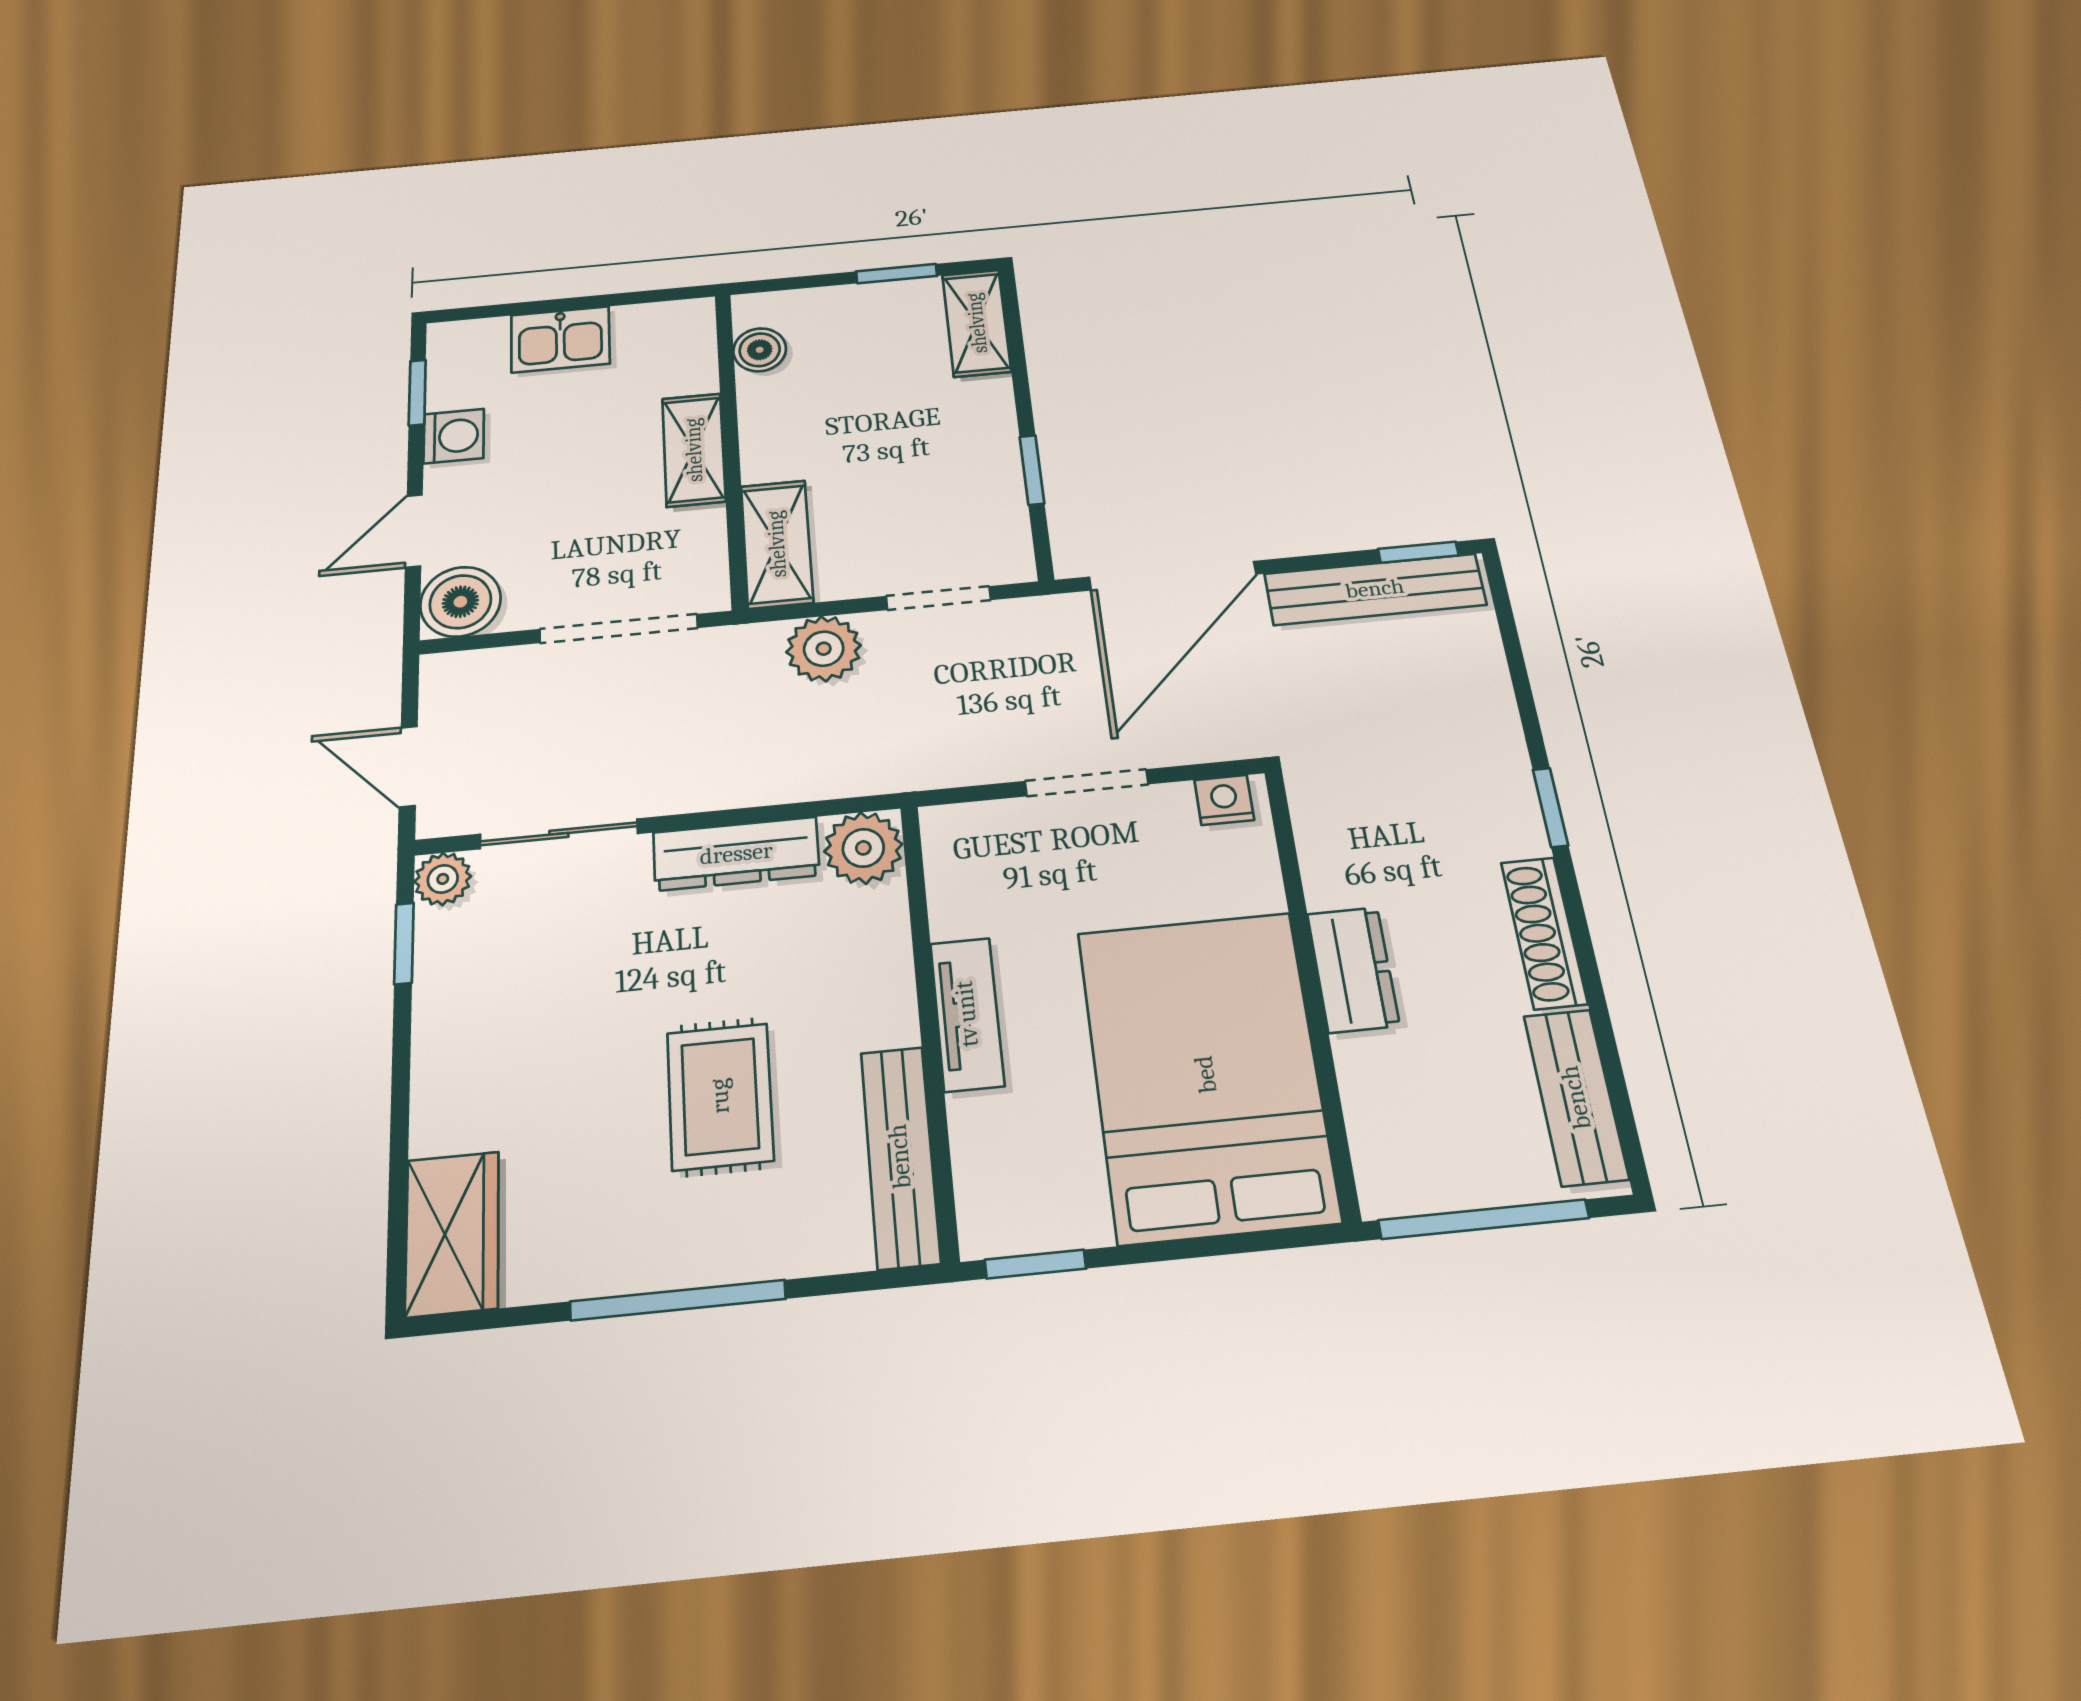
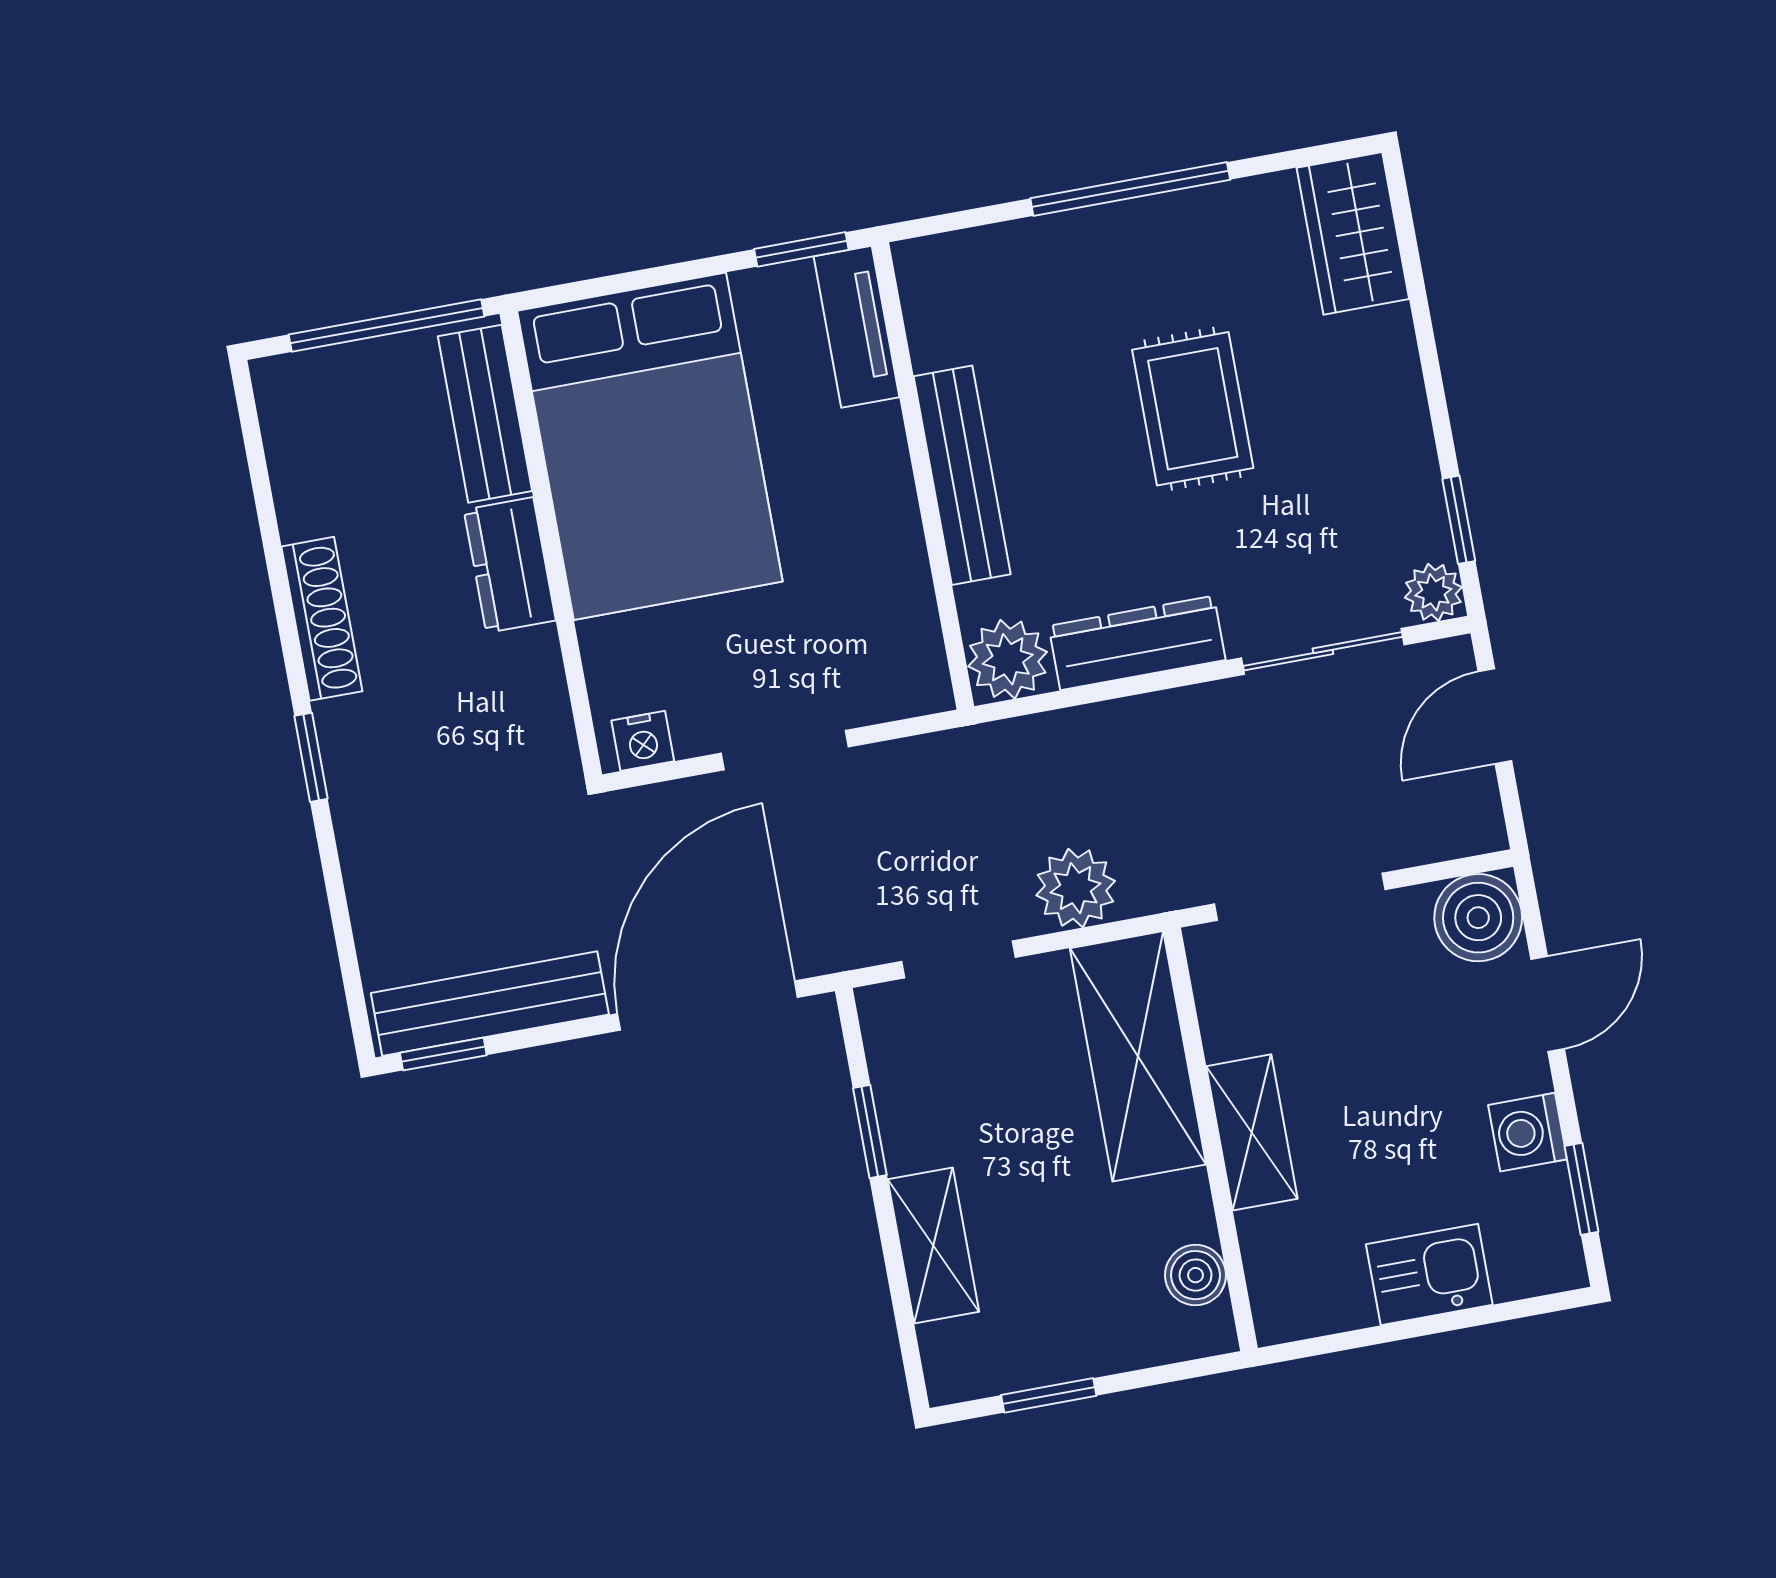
shelving: (977, 323) -> (933, 1245), moved
shelving: (777, 544) -> (1138, 1056), width x1.50, depth x1.33
door: (408, 766) -> (1495, 716), swing flipped
tv unit: (967, 1014) -> (857, 327), moved
rug: (720, 1096) -> (1193, 409), moved
bench: (1576, 1097) -> (485, 414), moved
bench: (900, 1156) -> (962, 475), moved

